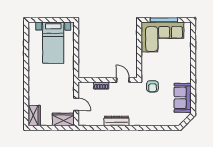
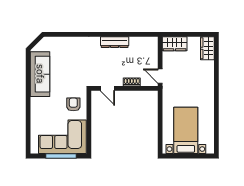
armchair: (152, 86) -> (73, 104), moved
sofa: (183, 98) -> (40, 74), width x1.36
door: (76, 104) -> (160, 76), moved

